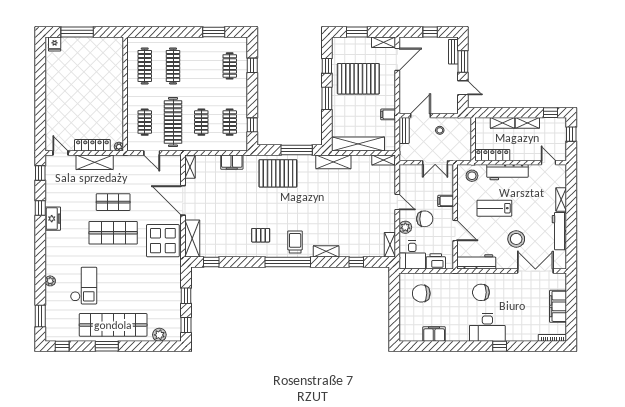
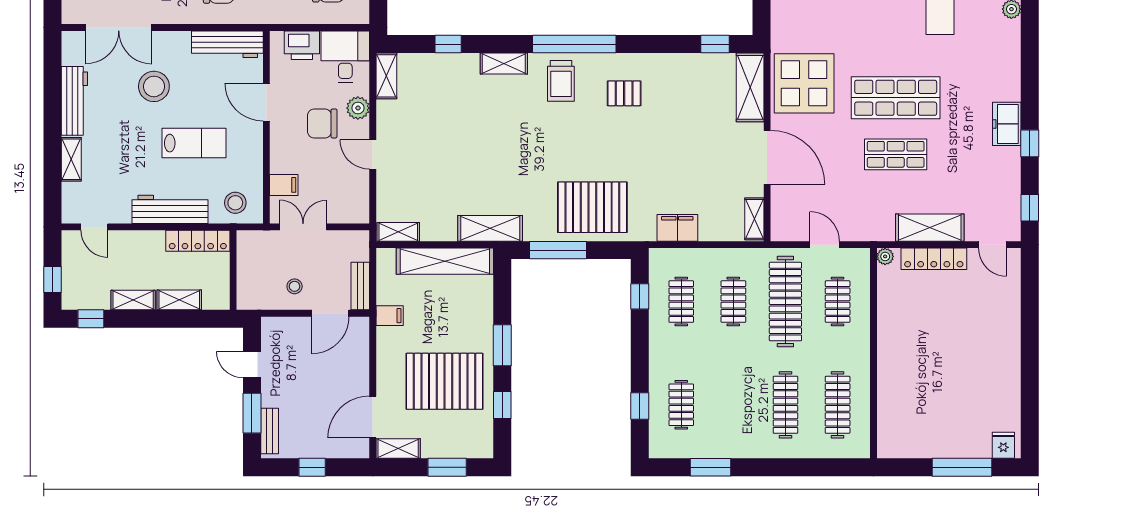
filing cabinet: (446, 201) -> (284, 185), moved

